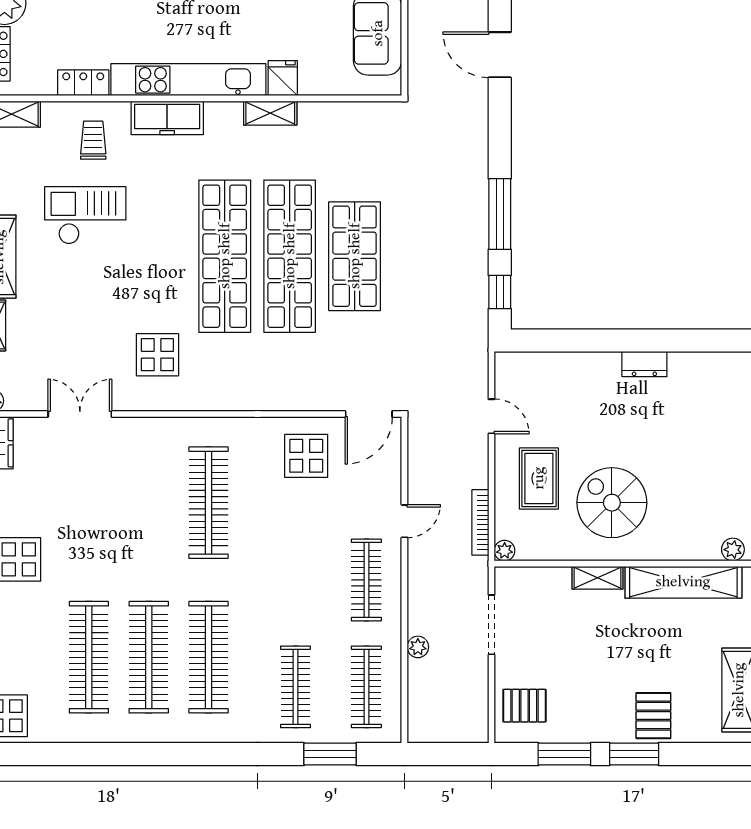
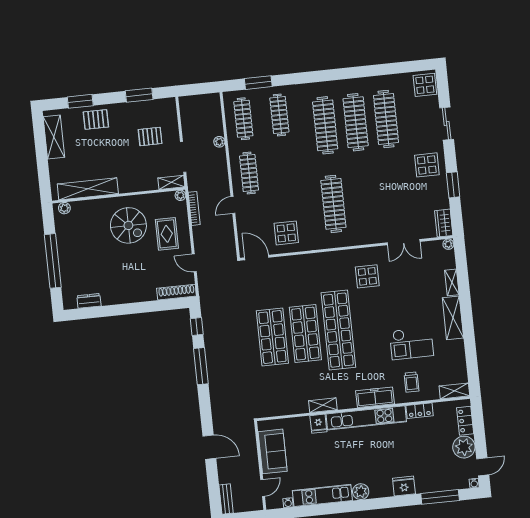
shop shelf: (290, 256) -> (305, 334), width x0.71
shoe rack: (532, 363) -> (177, 292), added
dresser: (644, 364) -> (89, 301), moved
door: (369, 414) -> (257, 258), hinge flipped
shelving: (598, 578) -> (171, 182), moved
pallet: (524, 706) -> (150, 137), moved
pallet: (653, 716) -> (96, 119), turned 90
window: (634, 754) -> (80, 101), moved

